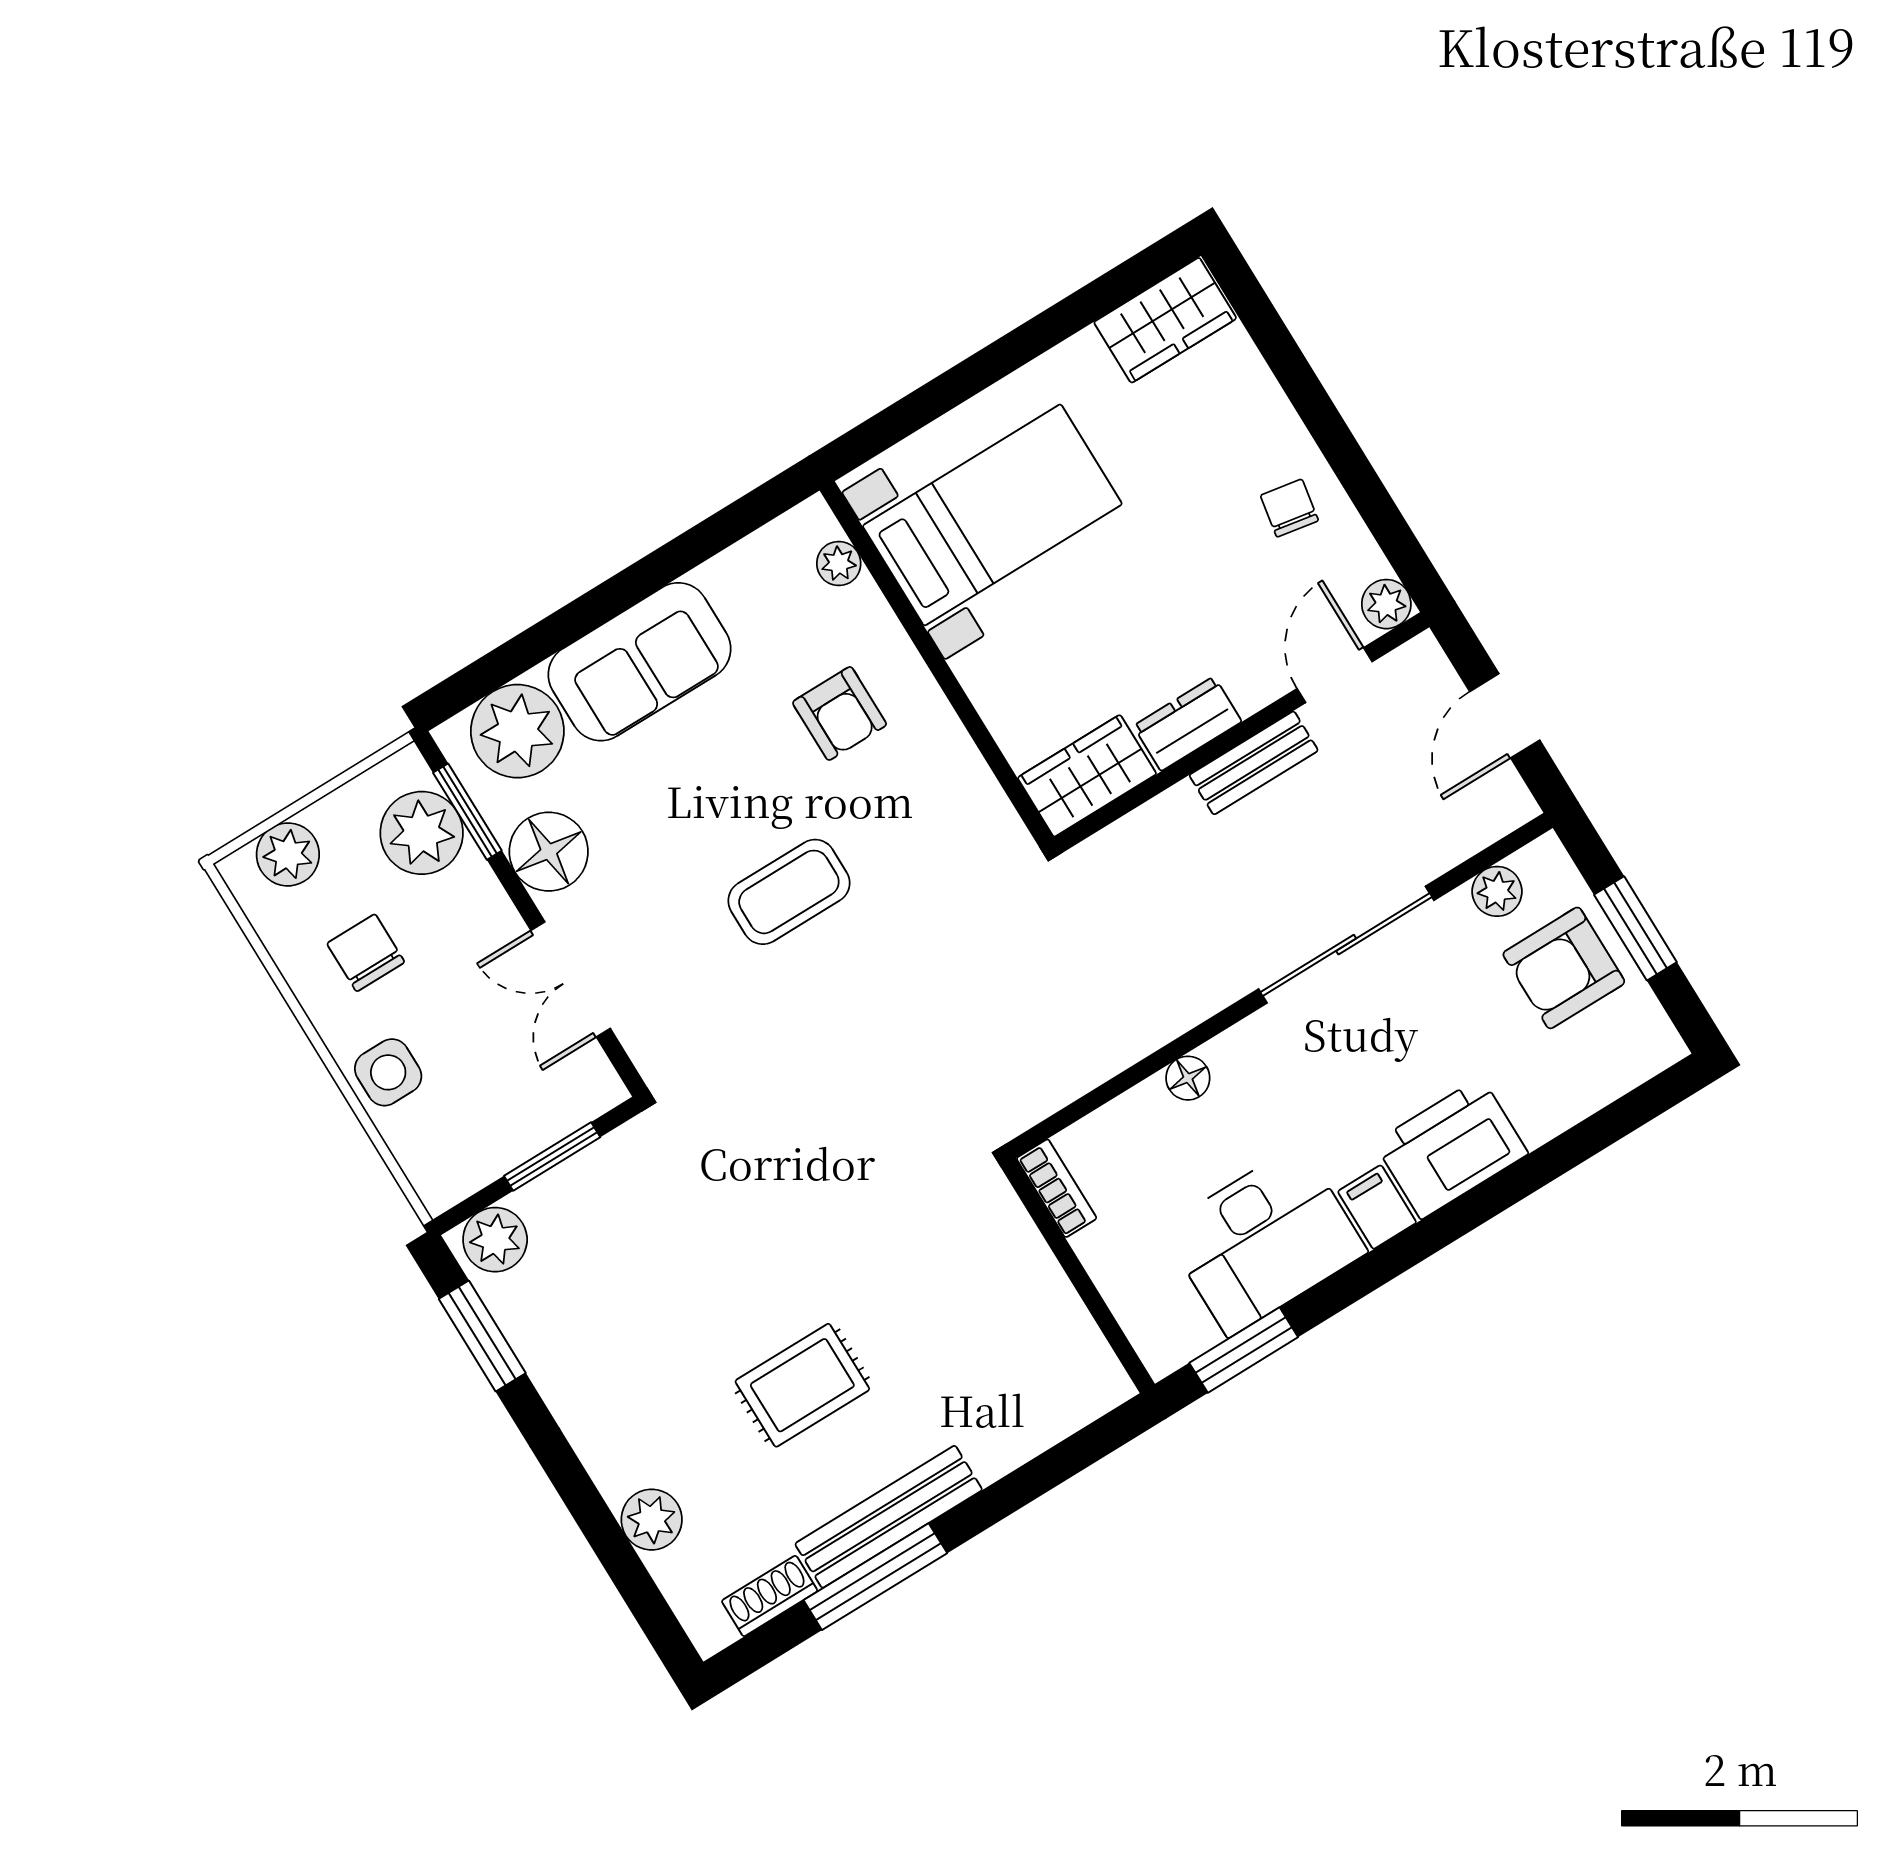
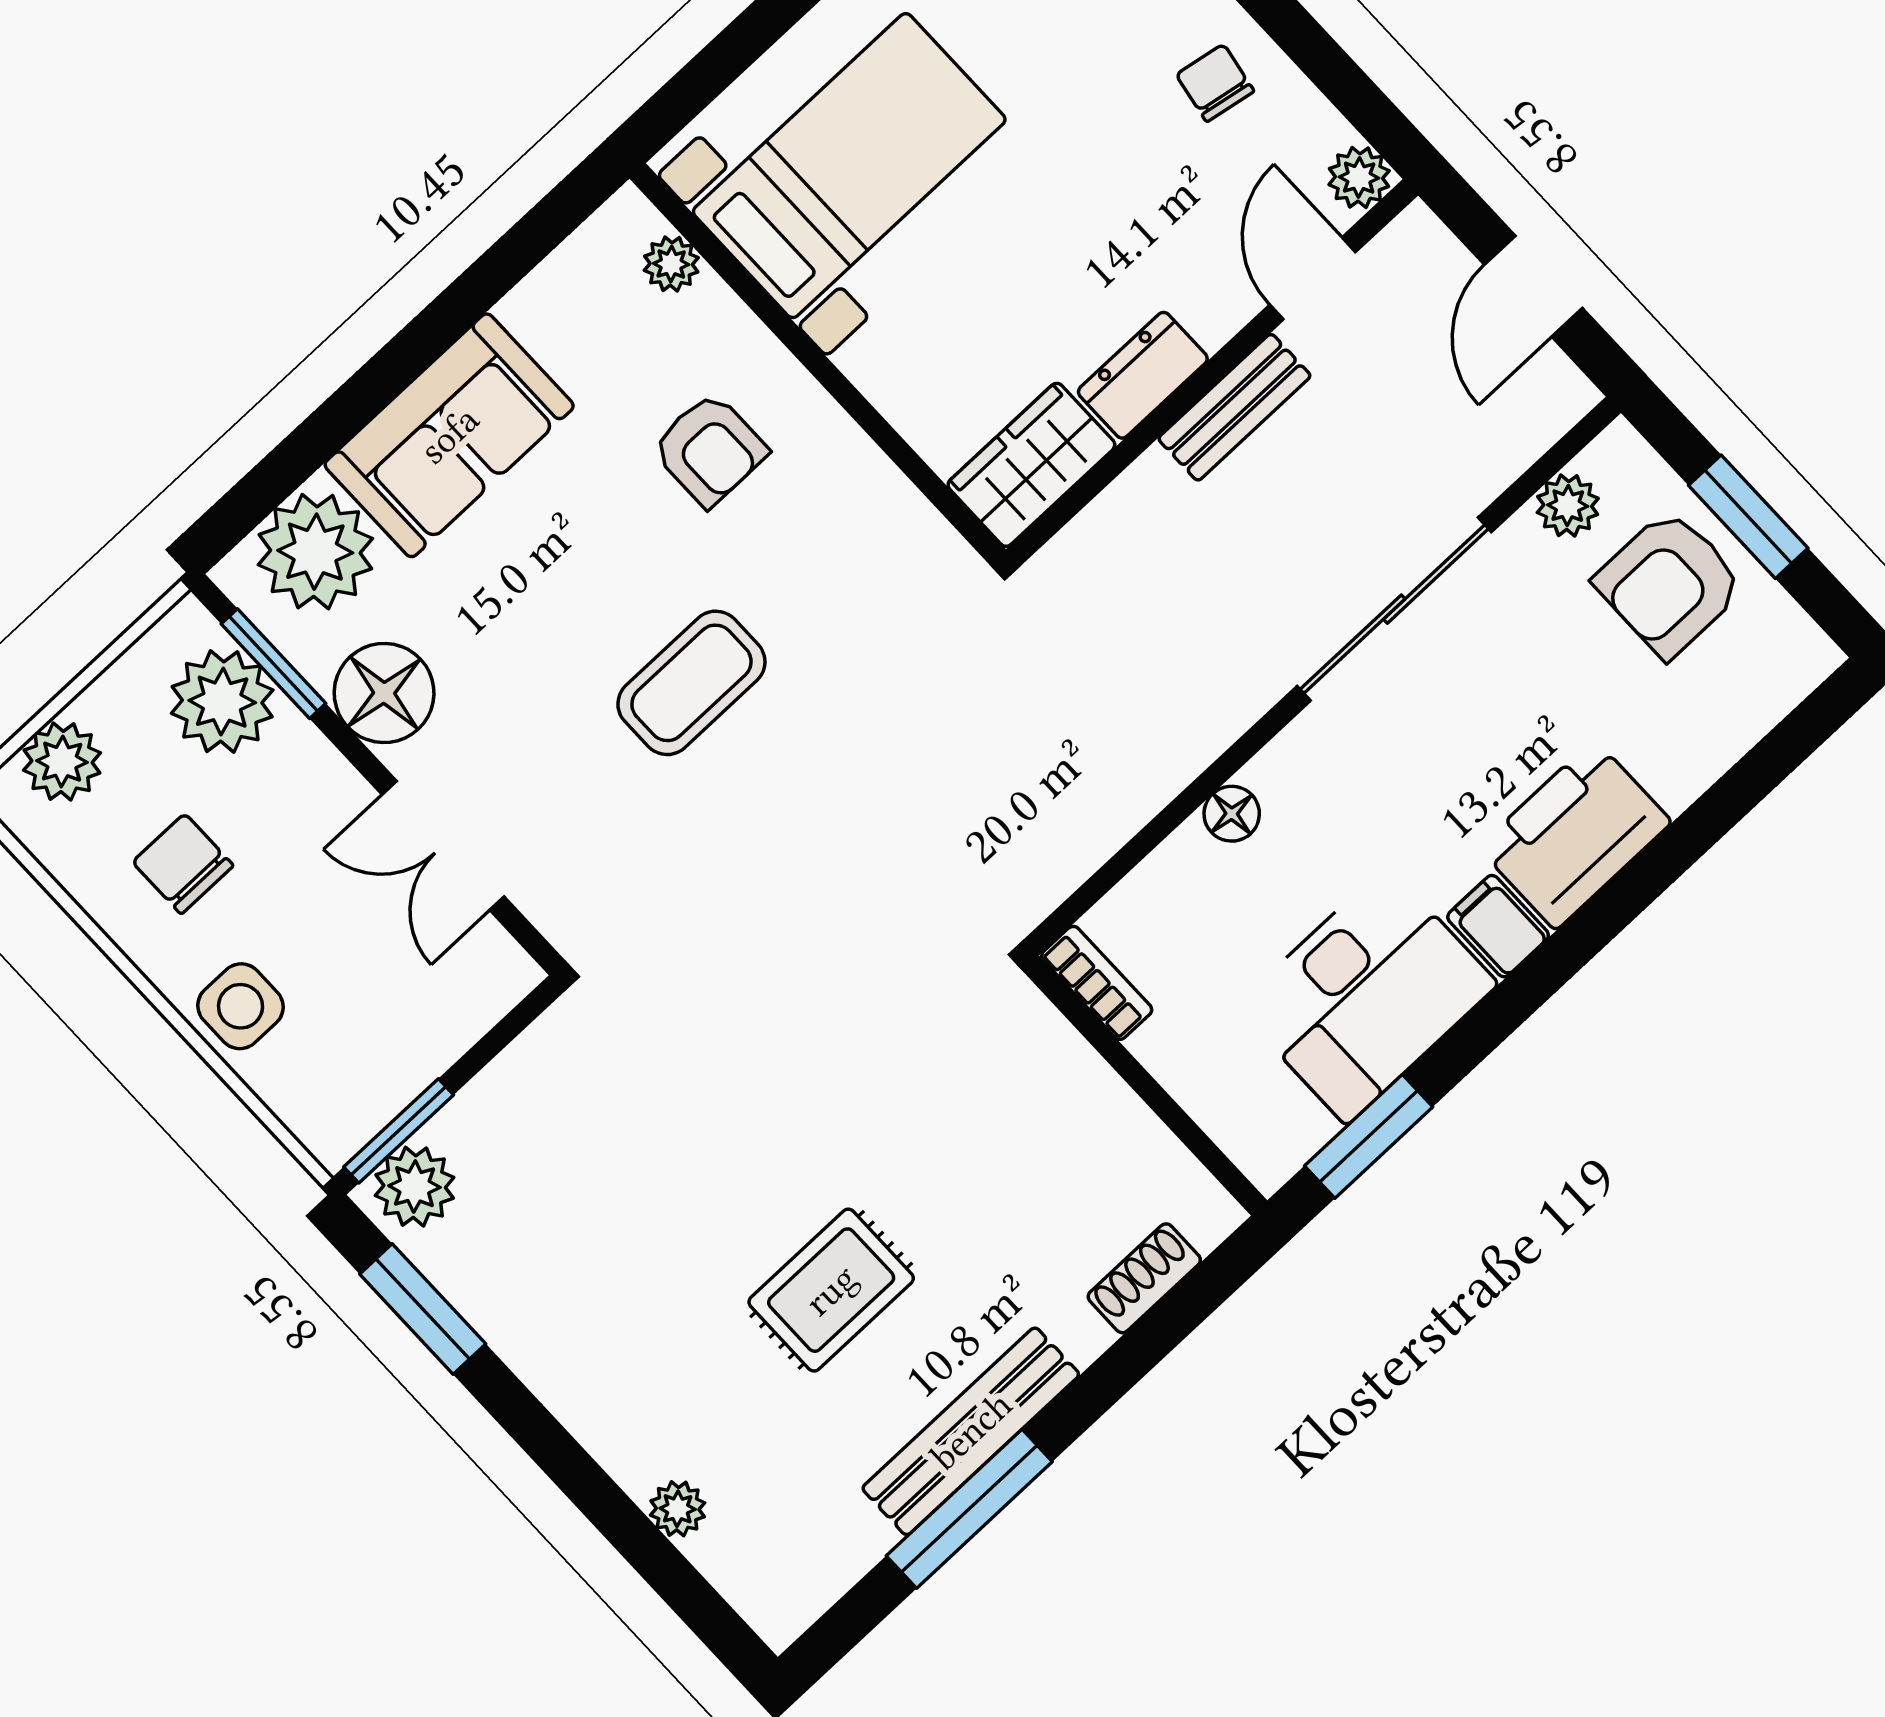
window: (552, 1156) -> (399, 1131), moved
plant: (652, 1520) -> (678, 1509), width x0.73, depth x0.73
shoe rack: (770, 1596) -> (1144, 1278), moved

